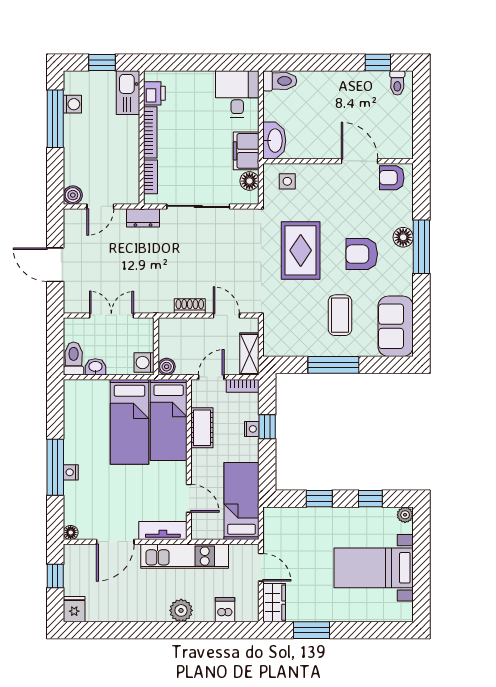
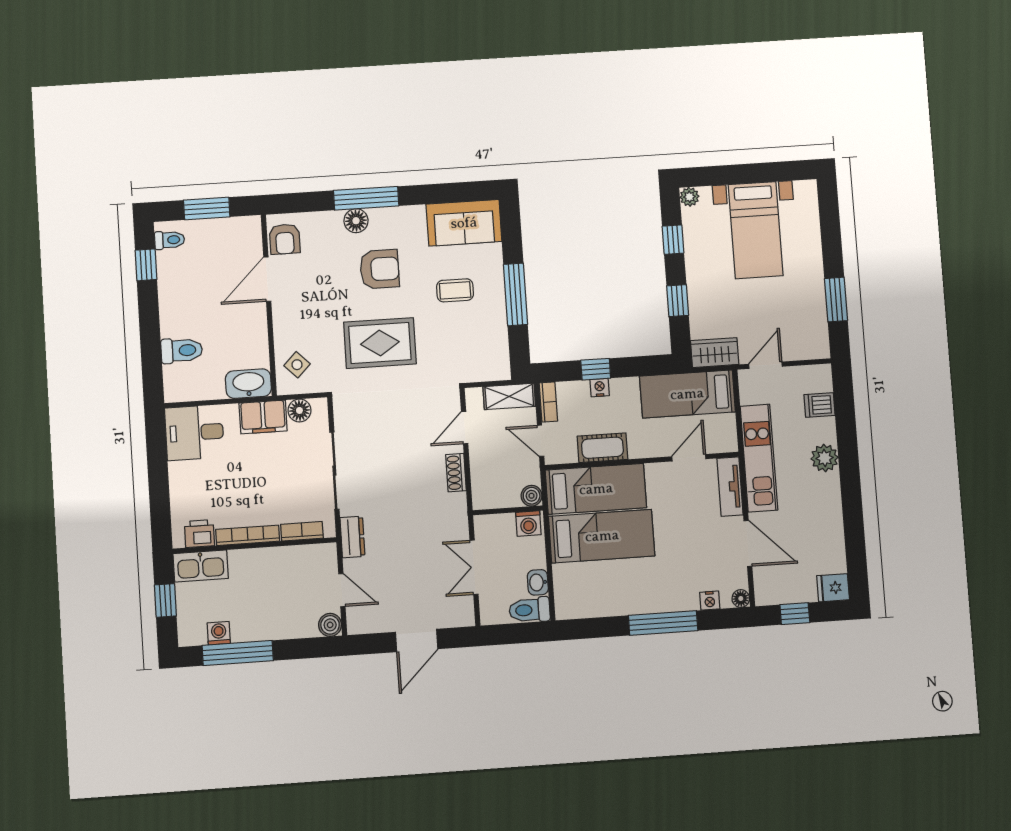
toilet: (280, 81) -> (182, 350), moved, turned 90
window: (421, 115) -> (207, 209), added
side table: (287, 181) -> (297, 365), turned 45
armchair: (362, 254) -> (380, 269), turned -90
coffee table: (340, 315) -> (455, 290), width x0.73, depth x0.77
nightstand: (71, 472) -> (710, 601), moved
wardrobe: (274, 603) -> (715, 353), moved

